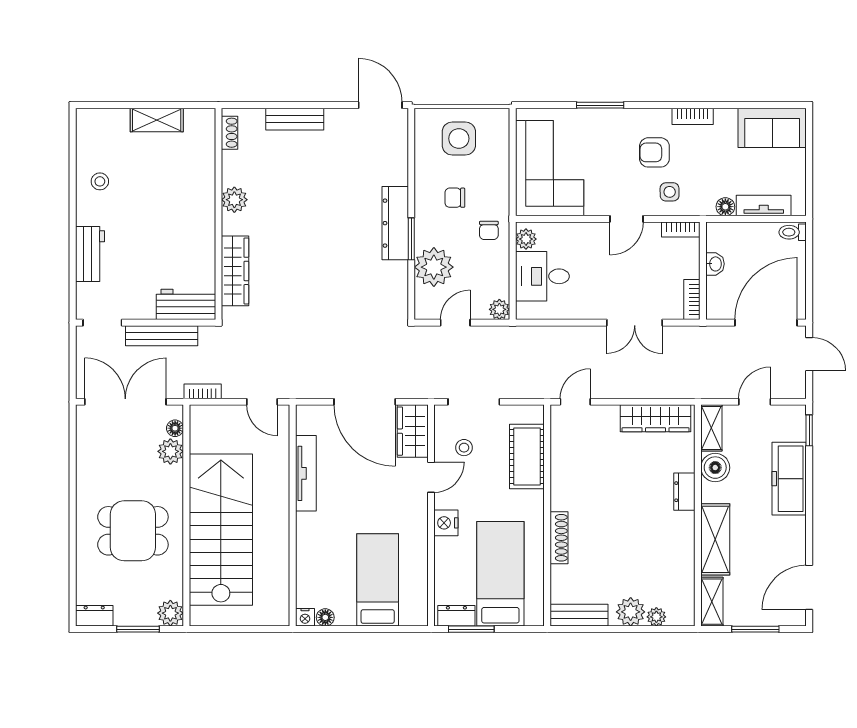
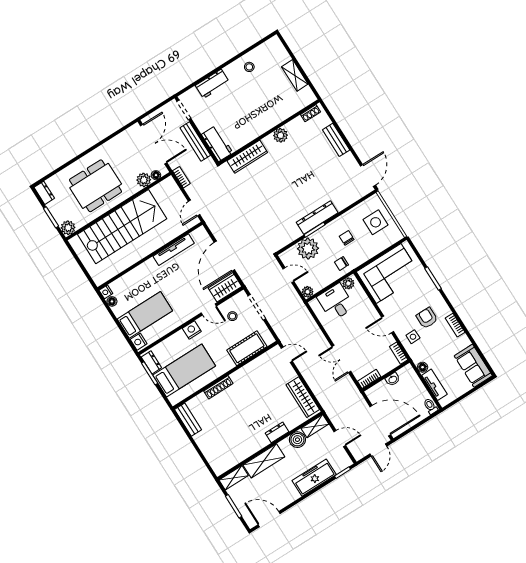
dining table: (133, 531) -> (96, 186), width x1.38
plant: (631, 612) -> (205, 443), removed
nightstand: (412, 615) -> (139, 342), added
plant: (656, 617) -> (210, 456), removed

